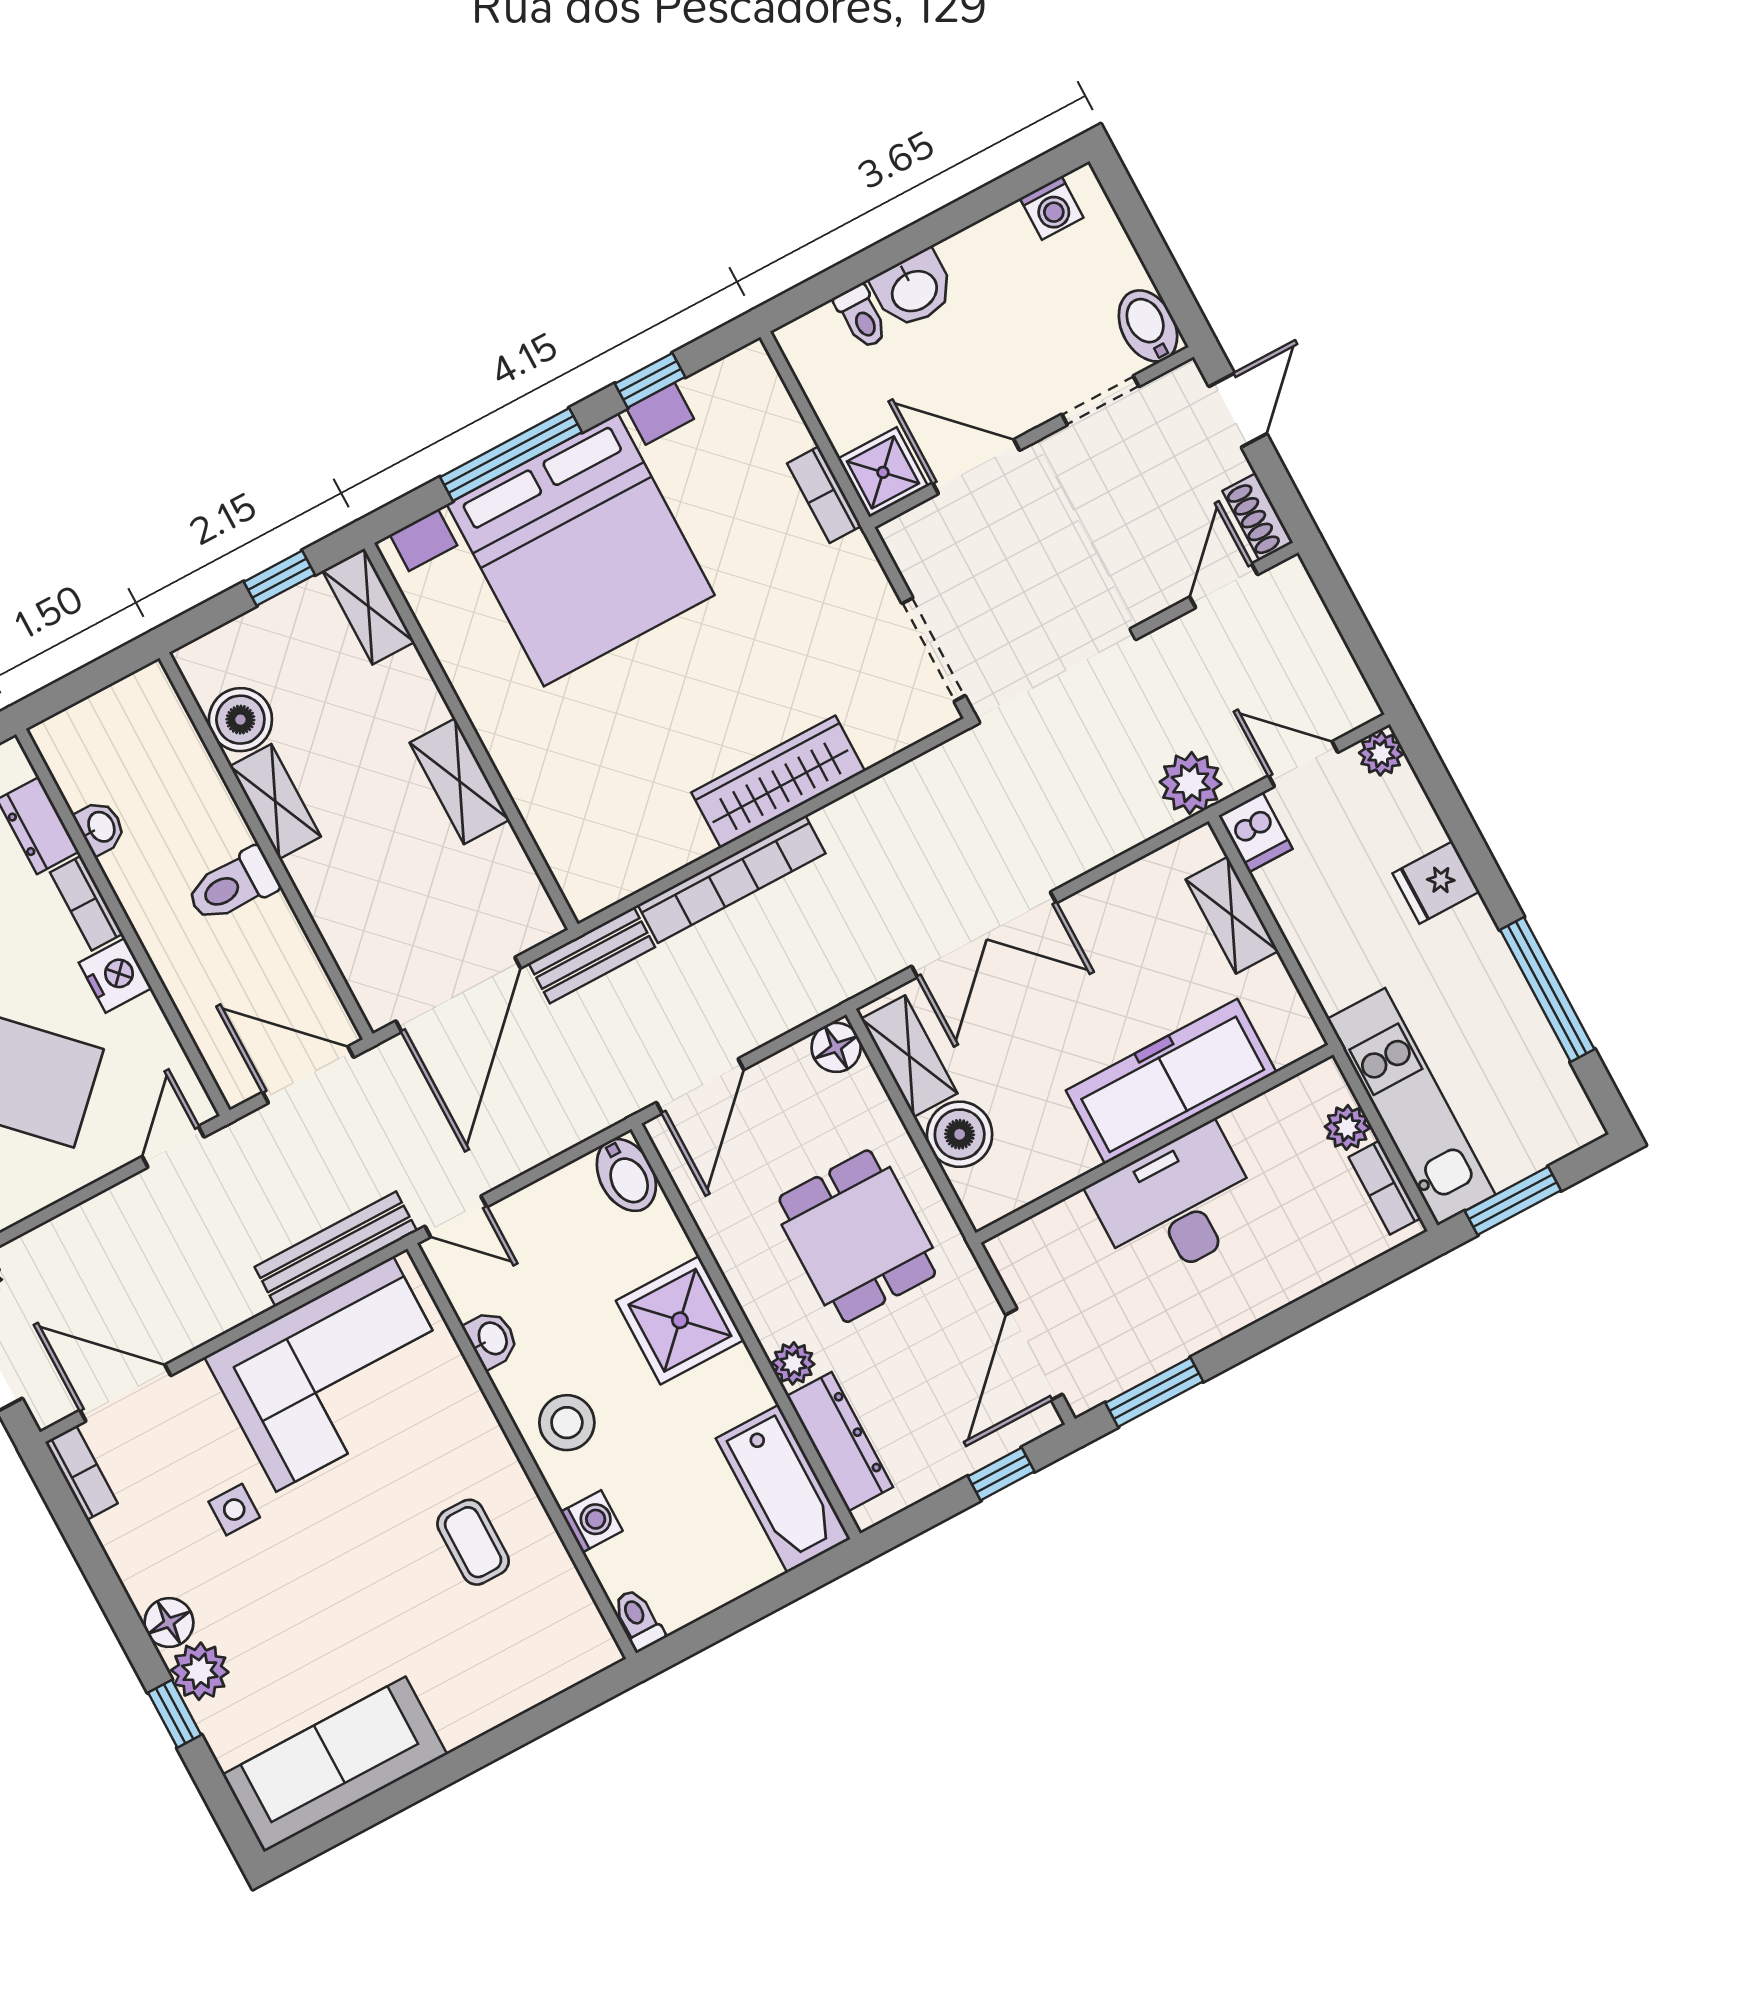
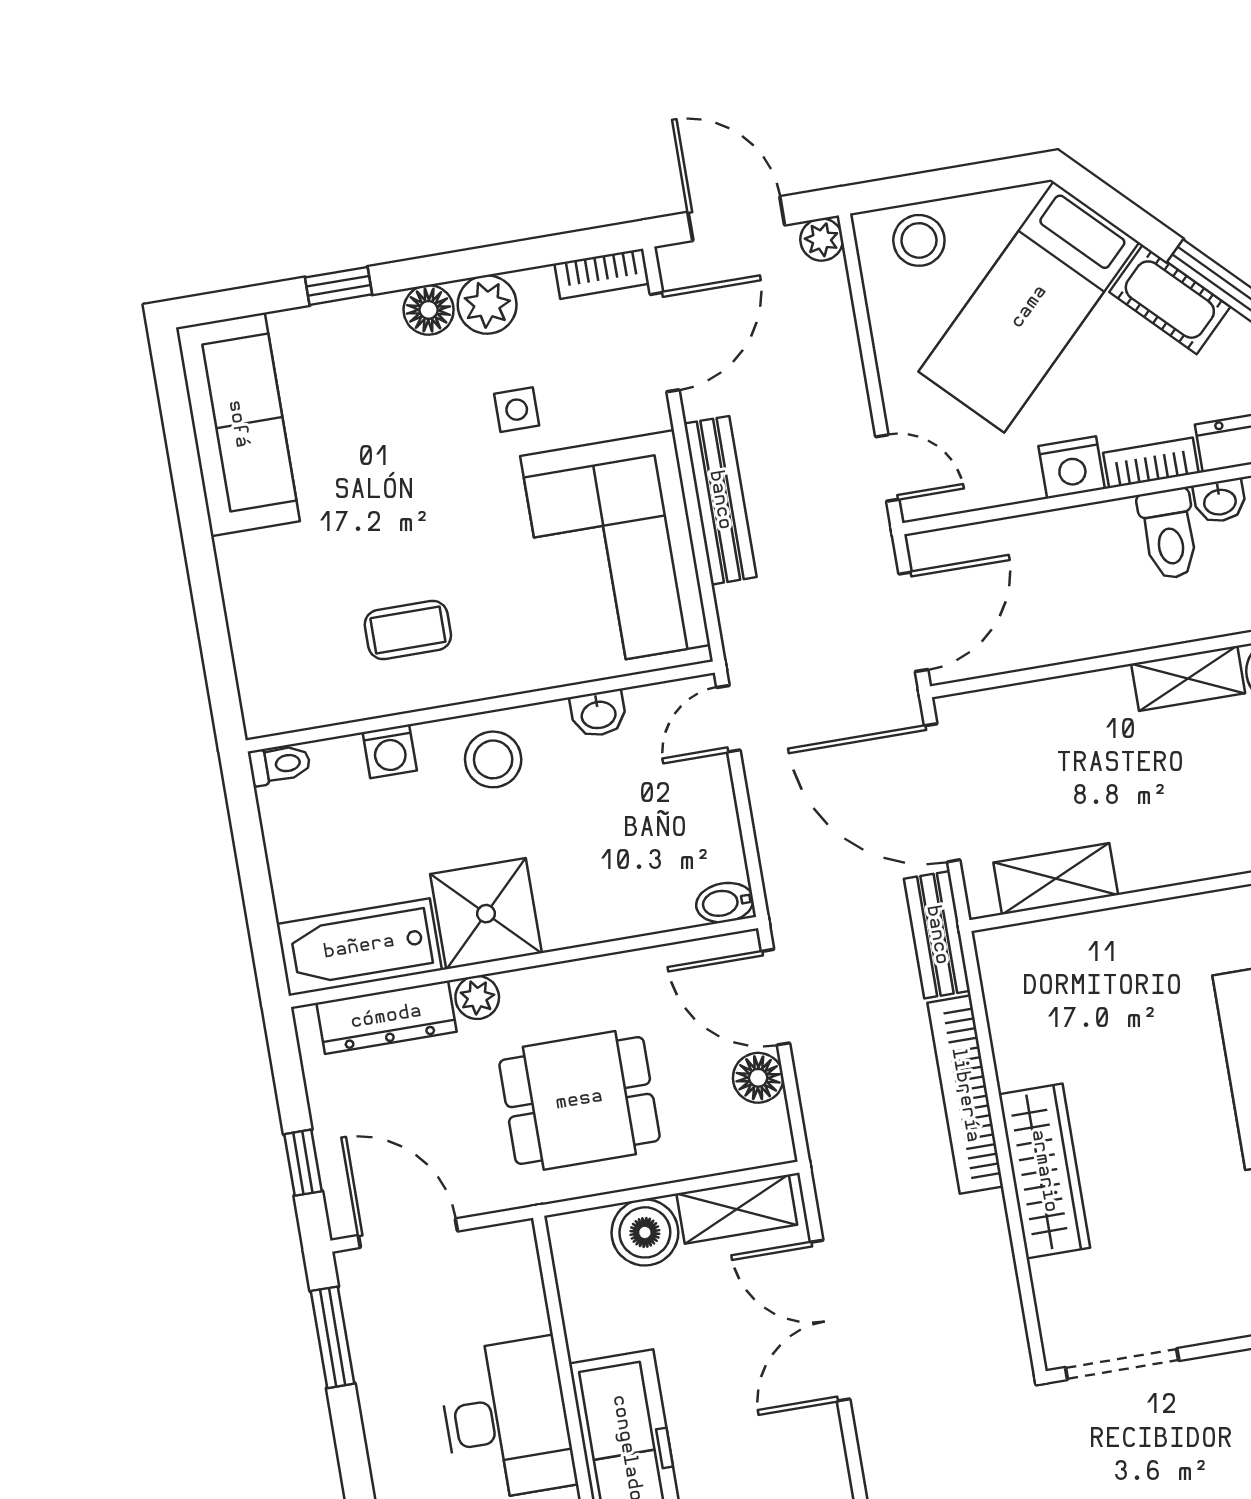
shelving: (460, 781) -> (1056, 879), moved
toilet: (232, 886) -> (1169, 534), moved, turned 180
floor lamp: (836, 1047) -> (758, 1078), moved
bidet: (626, 1175) -> (725, 903), width x0.72, depth x0.74
bench: (336, 1249) -> (720, 500), moved
shower: (680, 1320) -> (486, 914), moved
plant: (200, 1671) -> (487, 305), moved

